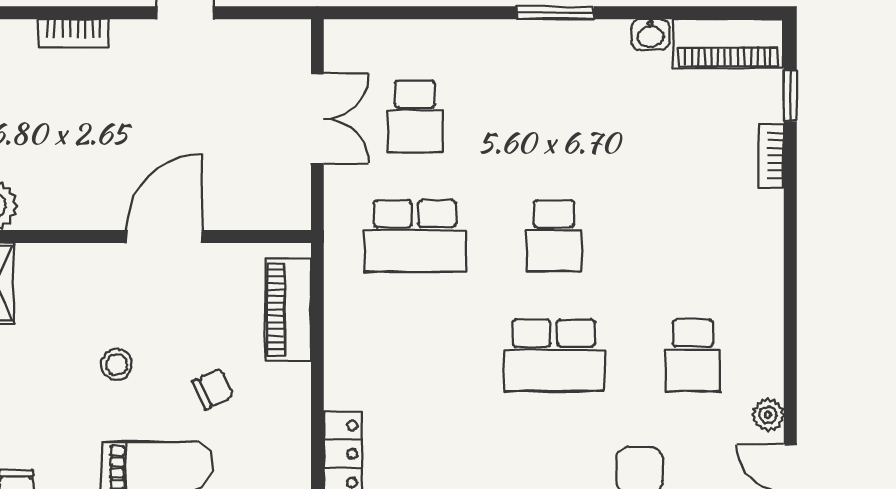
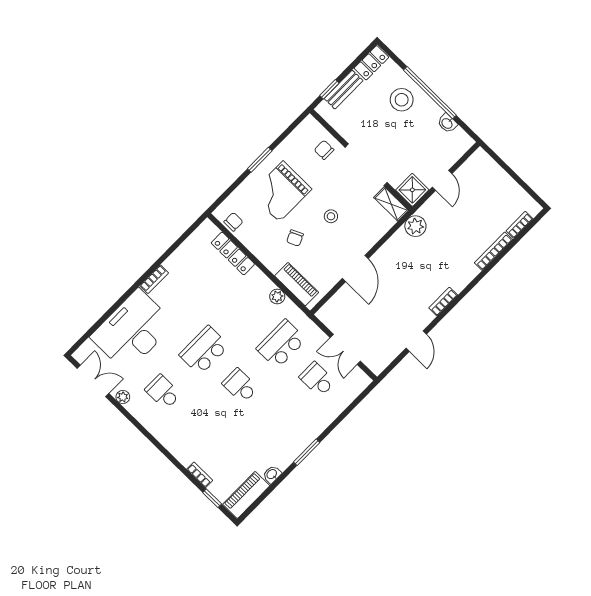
plant: (341, 322) -> (277, 296), added

